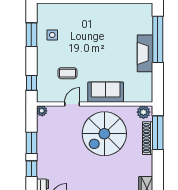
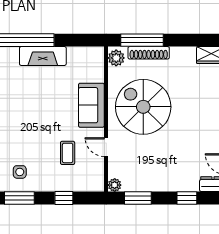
window: (31, 83) -> (64, 198), moved
spiral stairs: (104, 134) -> (143, 107), turned 180
window: (31, 143) -> (138, 198), moved

